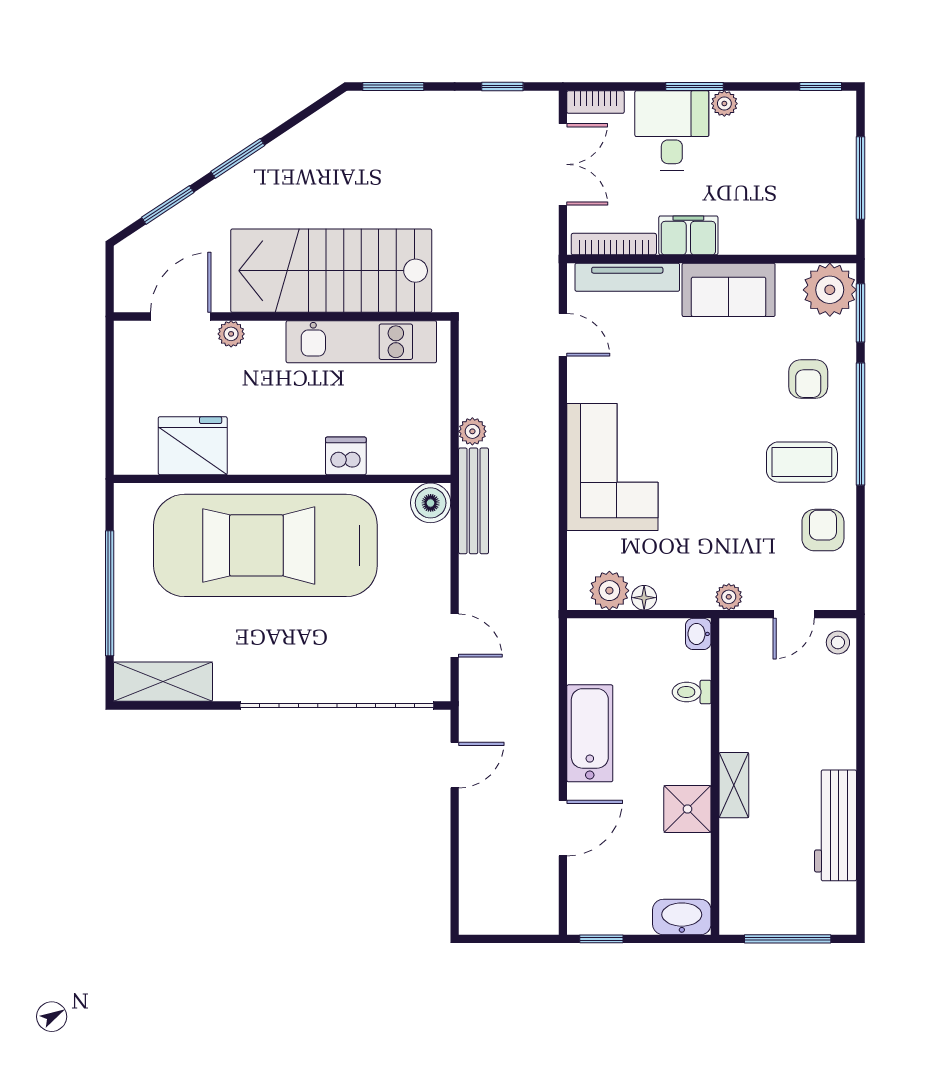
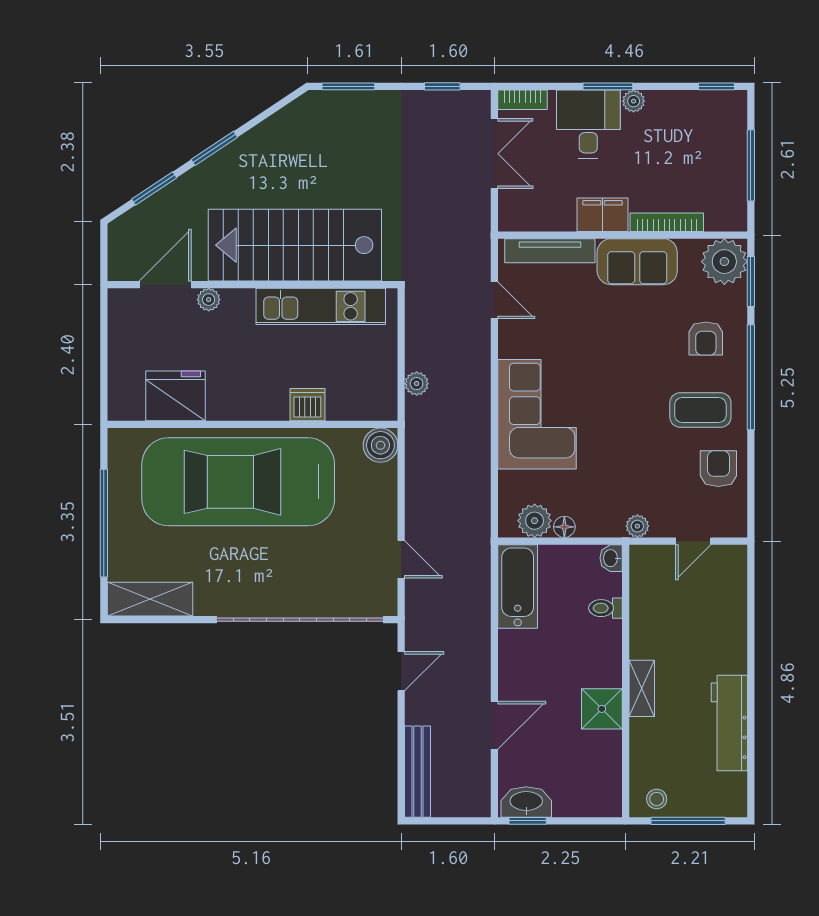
bookcase: (614, 244) -> (667, 222), moved
bench: (474, 501) -> (417, 772), moved
stool: (838, 642) -> (657, 799), moved
bathtub: (590, 733) -> (518, 586), moved
washbasin: (682, 917) -> (526, 802), moved

